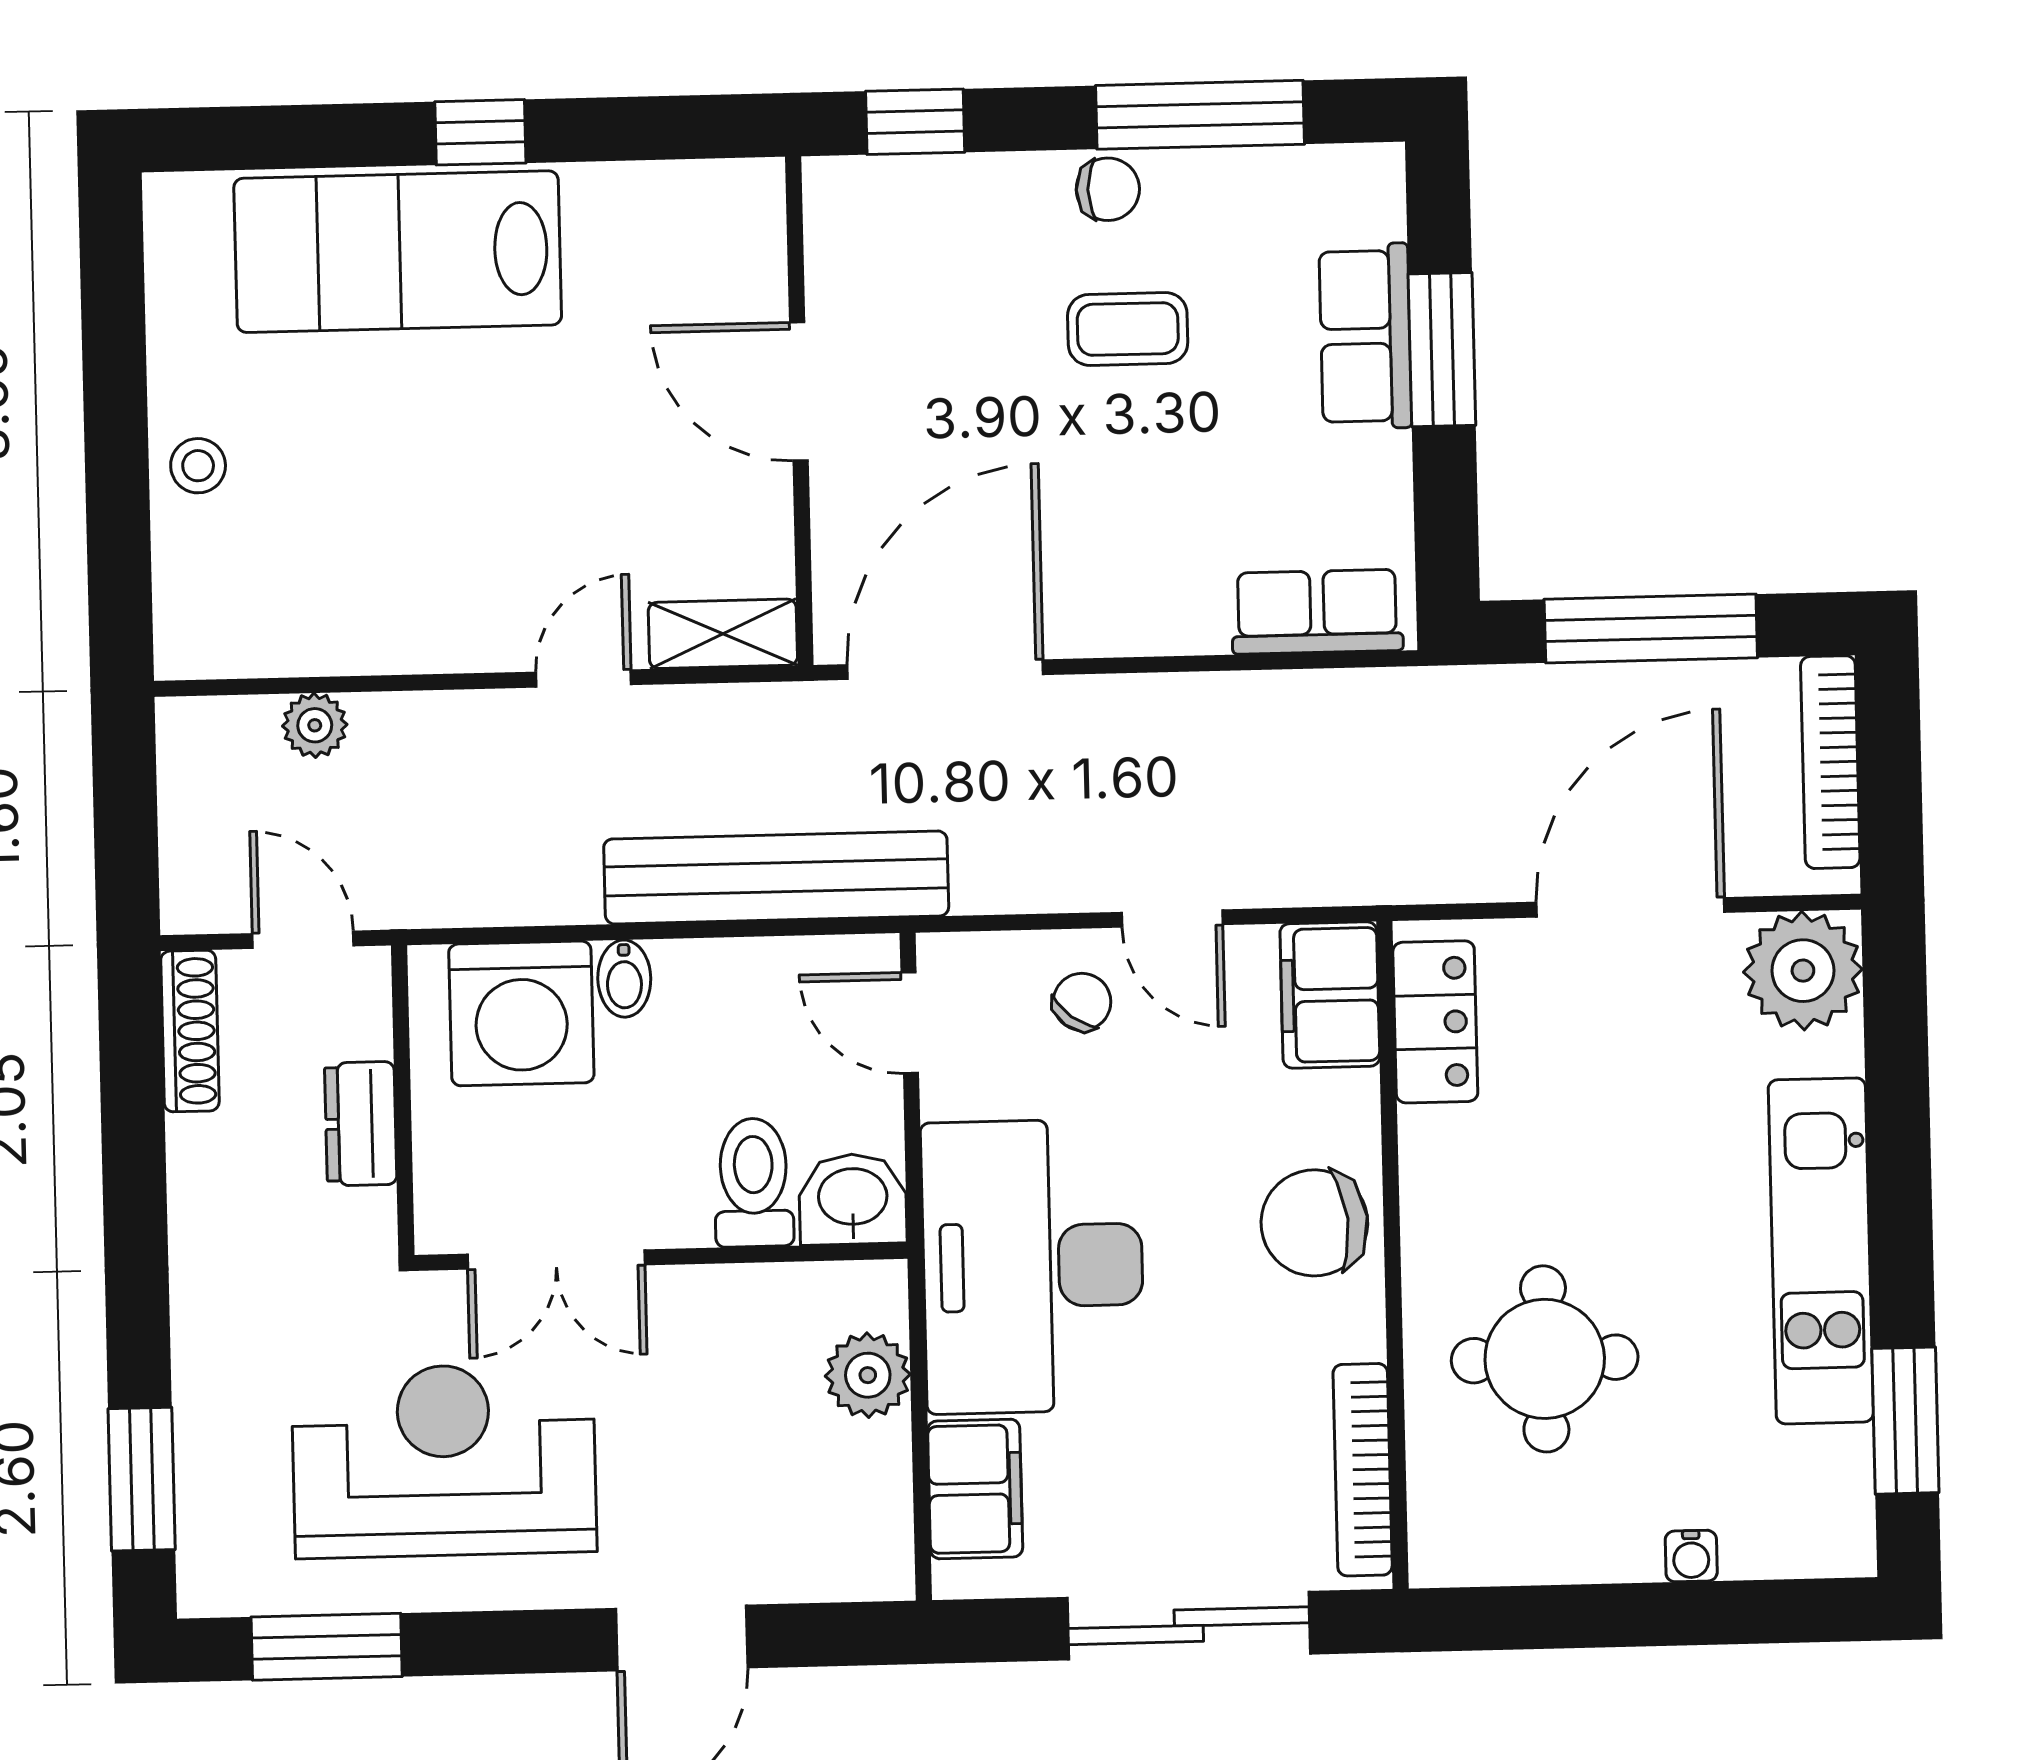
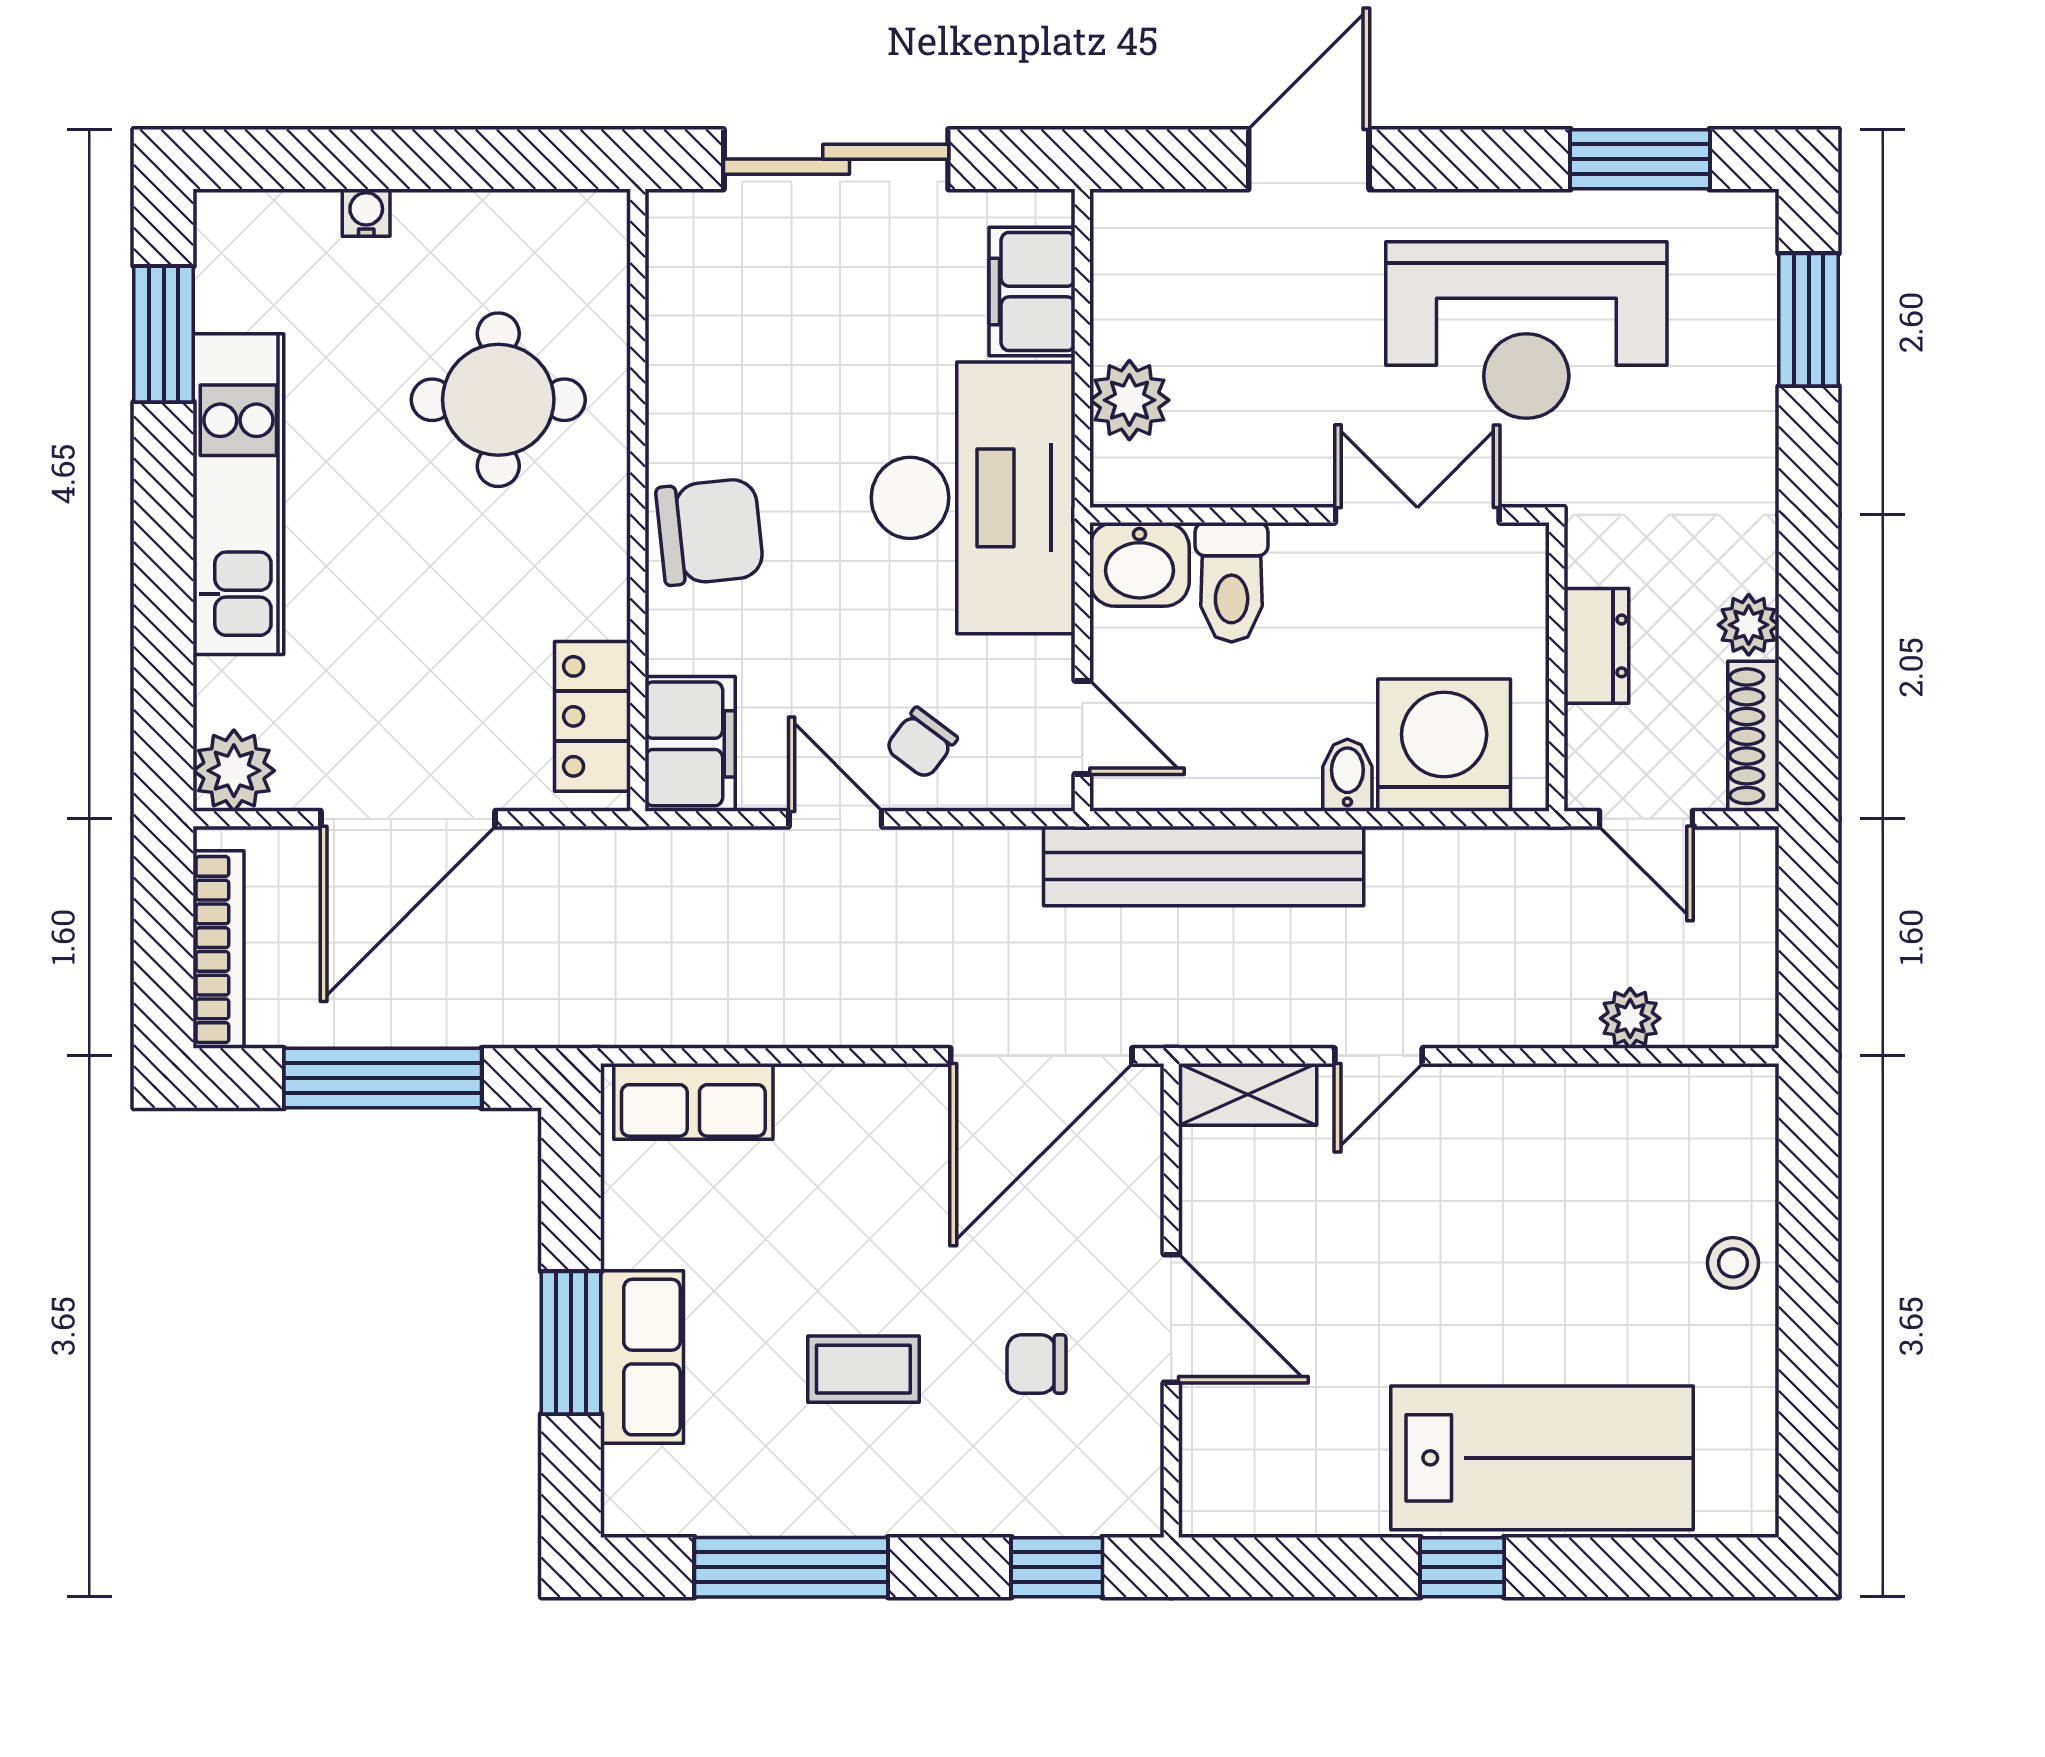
chair: (1108, 189) -> (1037, 1364), moved
plant: (1803, 971) -> (234, 771), width x0.73, depth x0.73
plant: (198, 1150) -> (1749, 625), added
bookcase: (1363, 1470) -> (670, 301), removed

